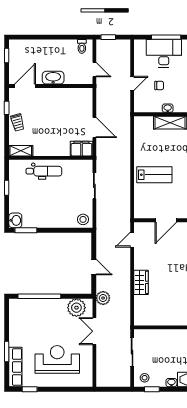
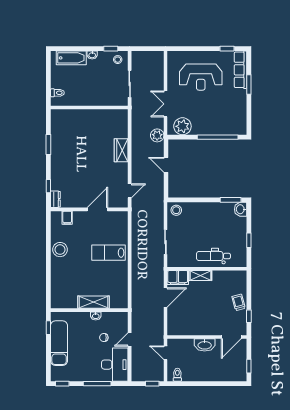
desk: (164, 53) -> (115, 365), moved, turned -90
door: (94, 128) -> (165, 298), swing flipped
shelving: (21, 151) -> (200, 275), moved
double door: (94, 331) -> (165, 104), swing flipped

